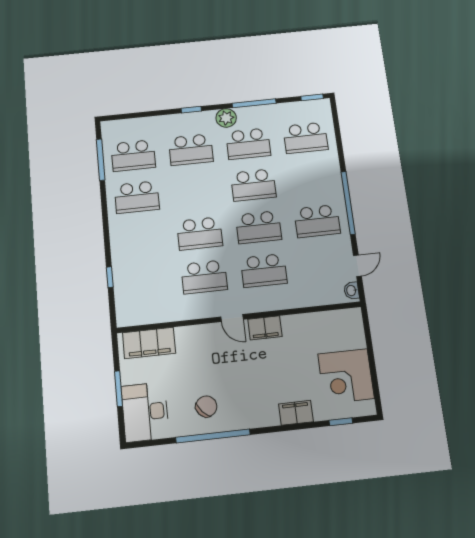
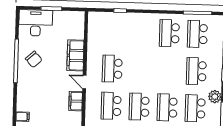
school desk: (200, 233) -> (140, 69), removed
door: (232, 318) -> (84, 82), hinge flipped
filing cabinet: (149, 343) -> (75, 55), moved
filing cabinet: (296, 413) -> (22, 117), width x0.50

